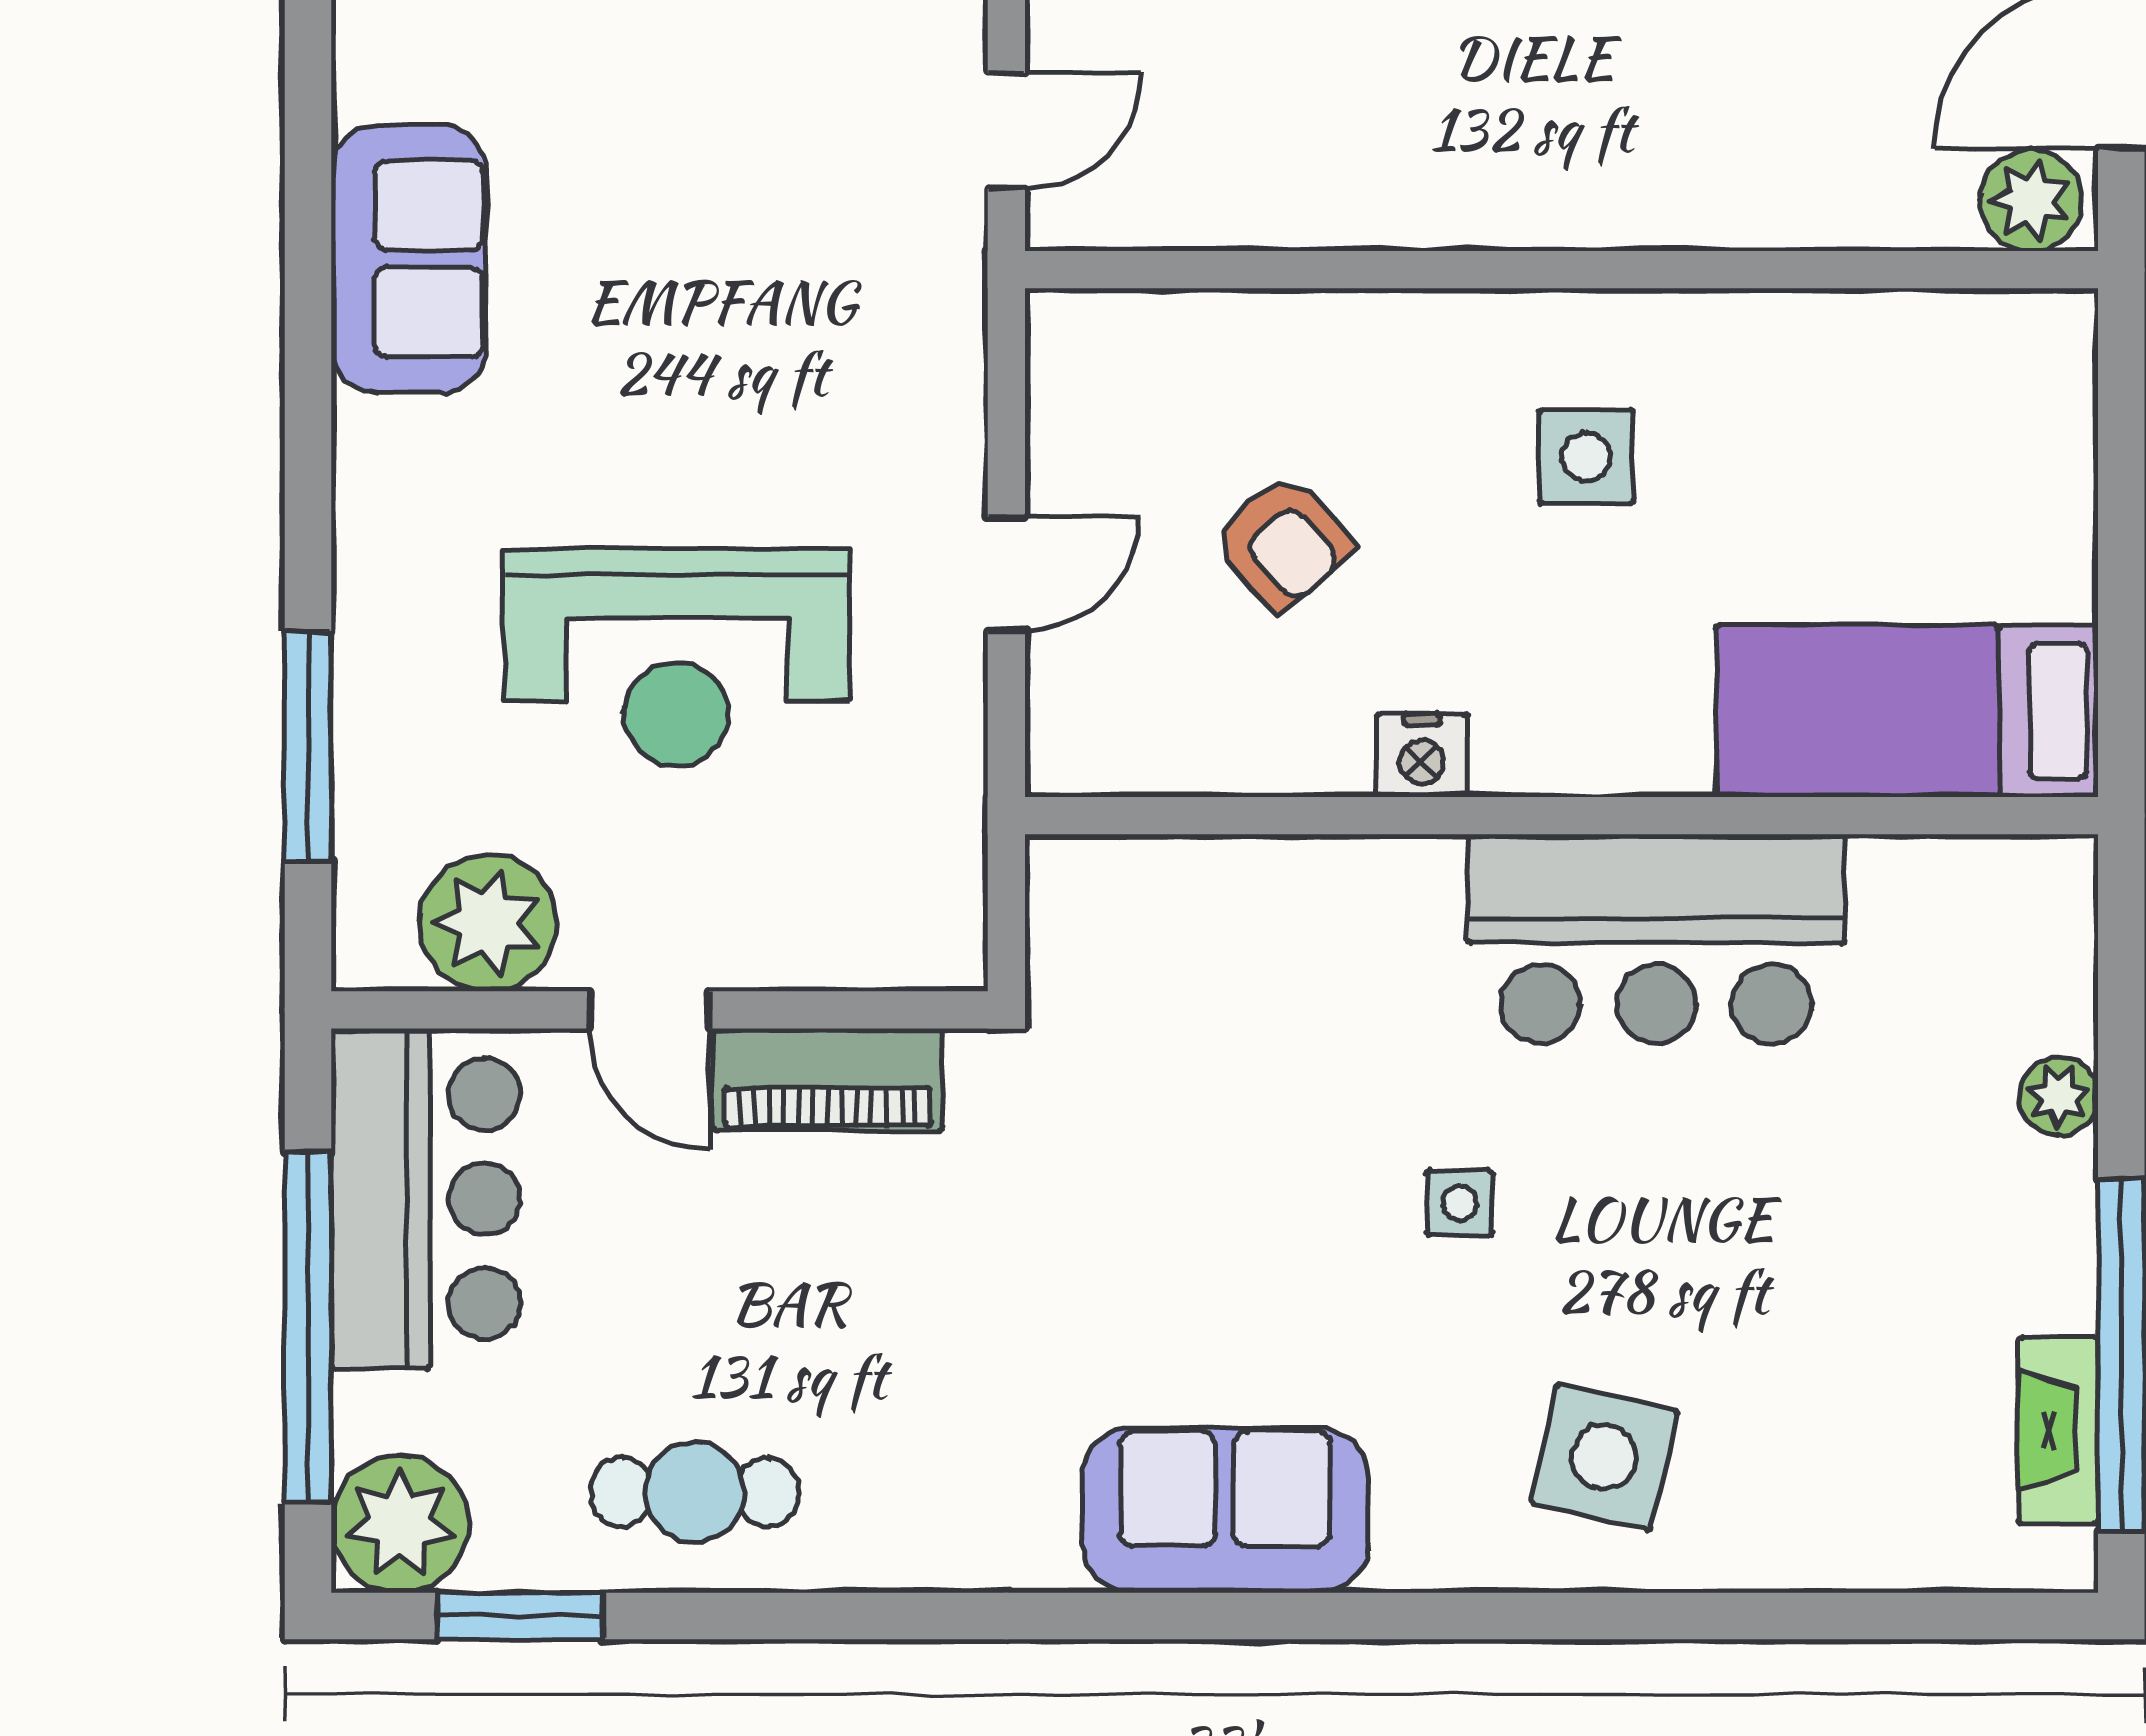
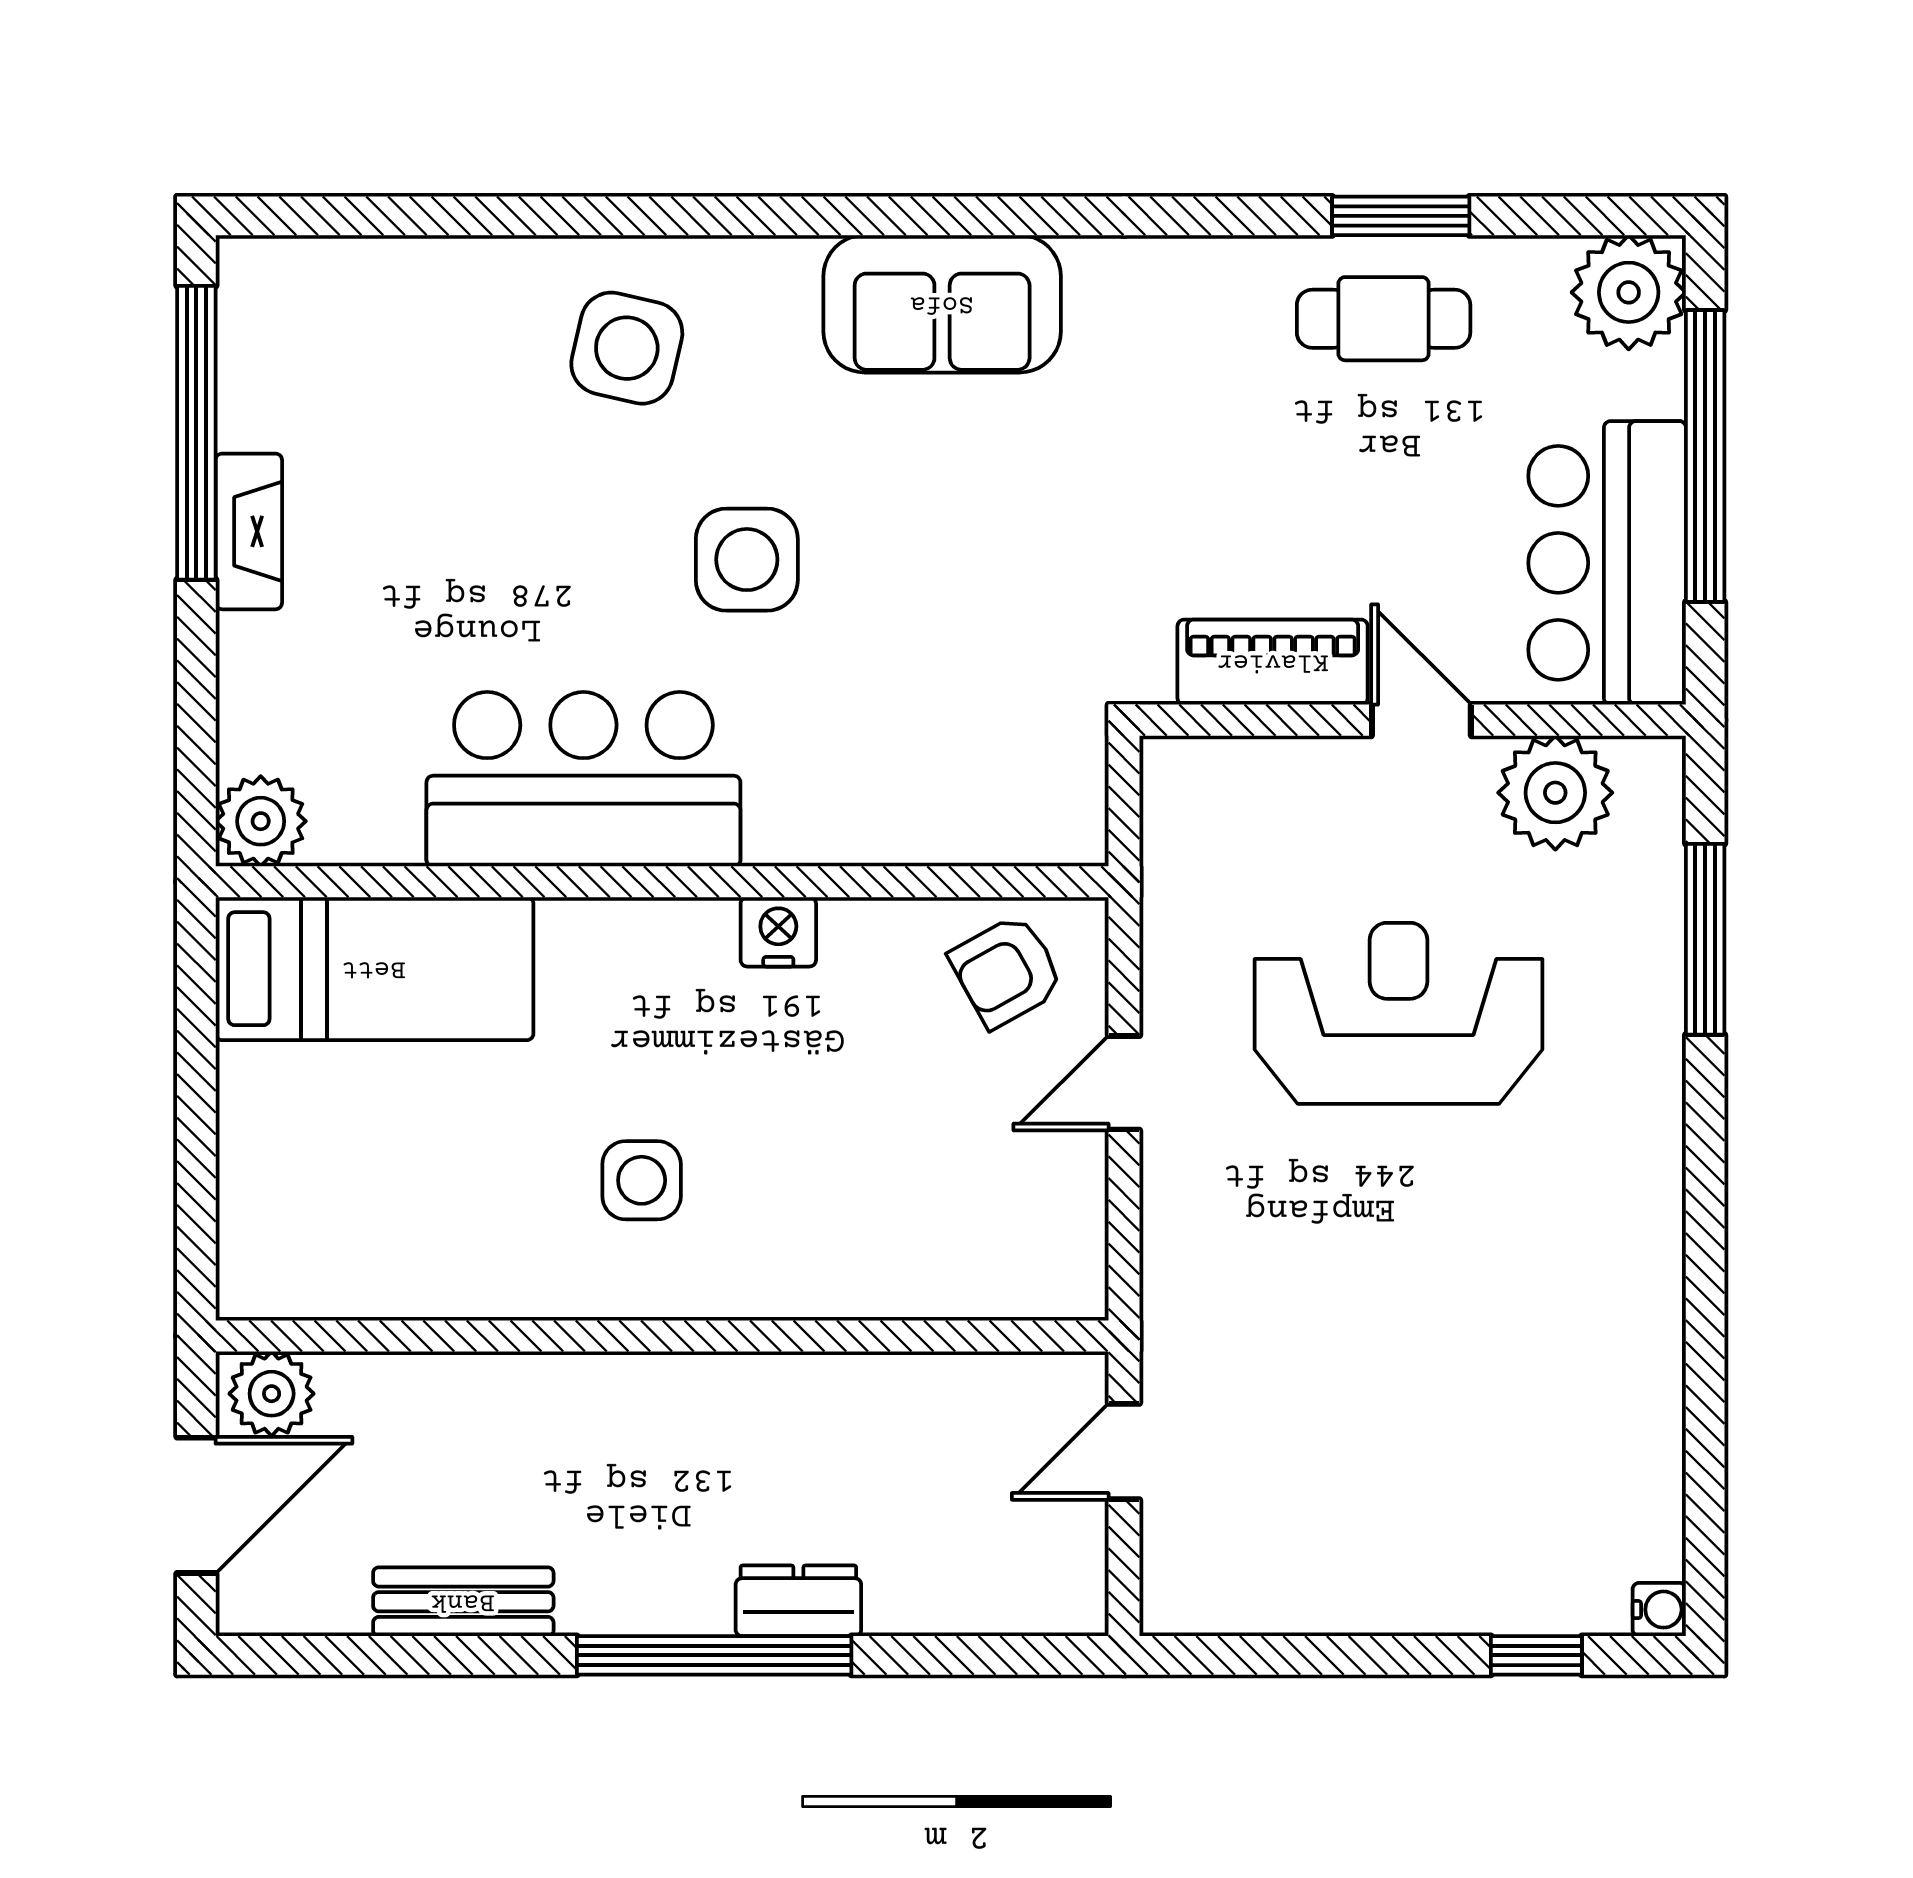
sofa: (409, 259) -> (1621, 1345), removed
armchair: (1283, 542) -> (1007, 971), moved, turned -78
plant: (2059, 1096) -> (261, 821), moved, width x1.38, depth x1.38
side table: (1460, 1203) -> (747, 560), width x1.87, depth x1.87
fireplace: (2058, 1430) -> (249, 531), moved
window: (520, 1616) -> (1401, 216), moved

